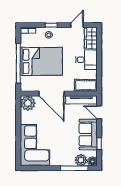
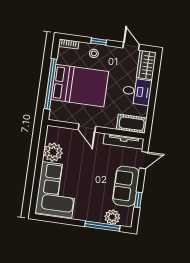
door: (77, 25) -> (131, 46), hinge flipped
door: (51, 94) -> (87, 128), width x0.53
plant: (28, 103) -> (53, 152), moved
door: (99, 112) -> (144, 160), swing flipped
floor lamp: (92, 161) -> (127, 221), removed

